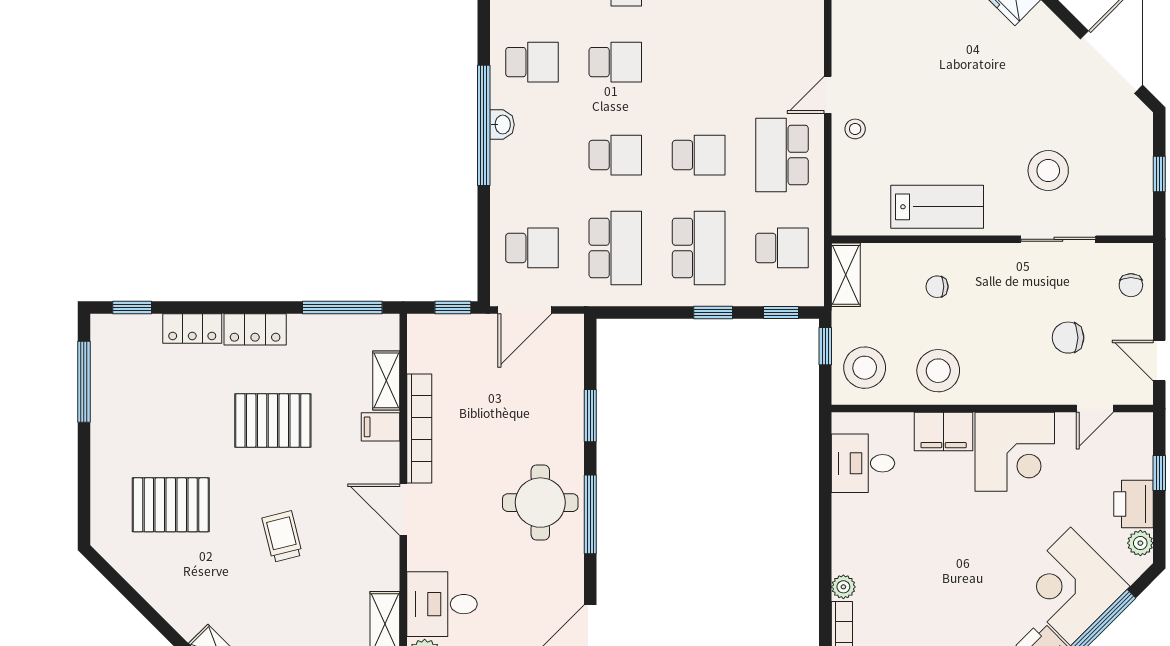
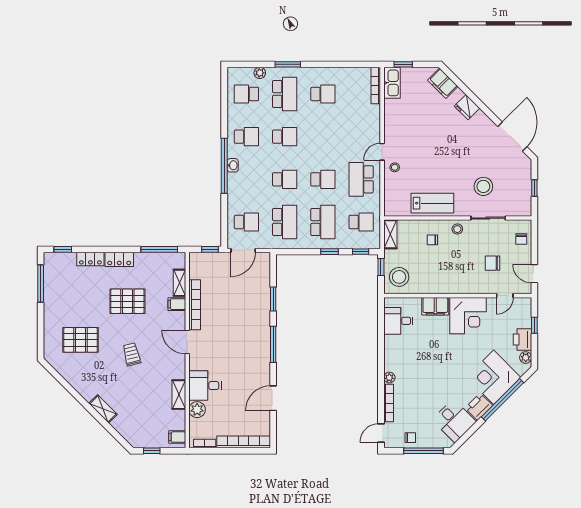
stool: (938, 371) -> (457, 229), moved, width x0.53, depth x0.53
round table: (540, 503) -> (250, 339), removed

